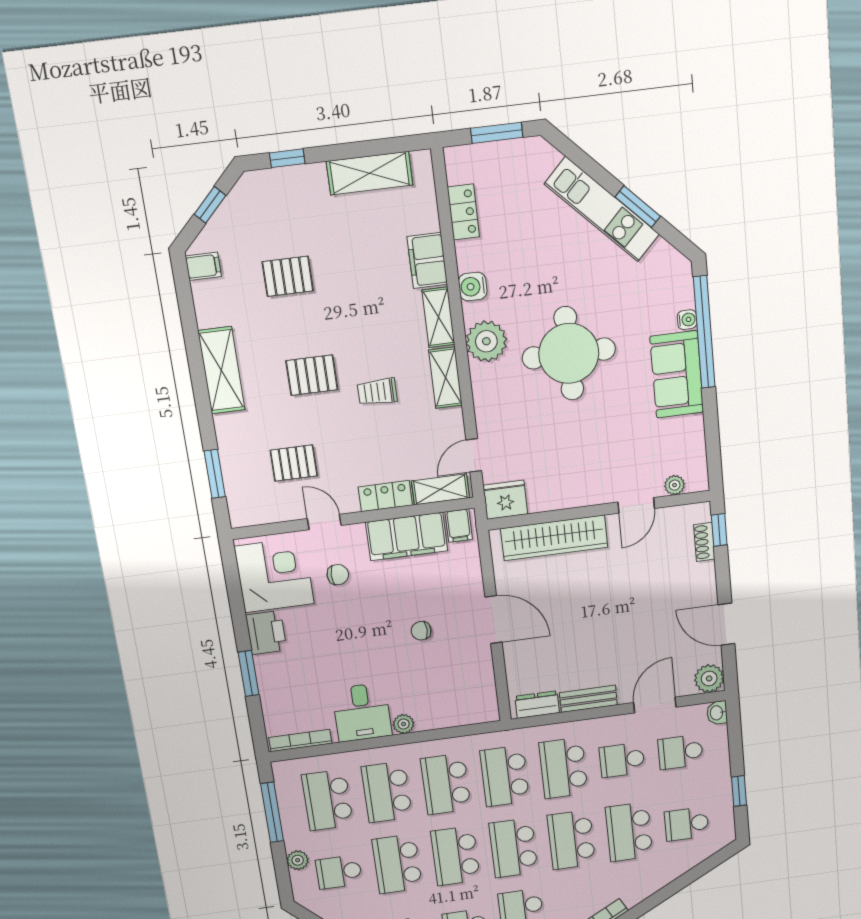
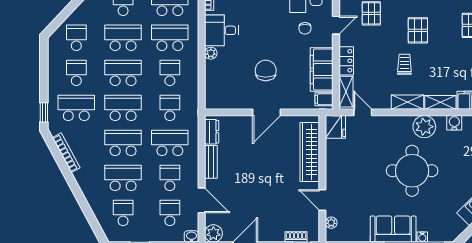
chair: (421, 631) -> (266, 70), width x1.87, depth x1.87
school desk: (505, 776) -> (170, 108), width x0.54
school desk: (446, 784) -> (170, 73), width x0.54

